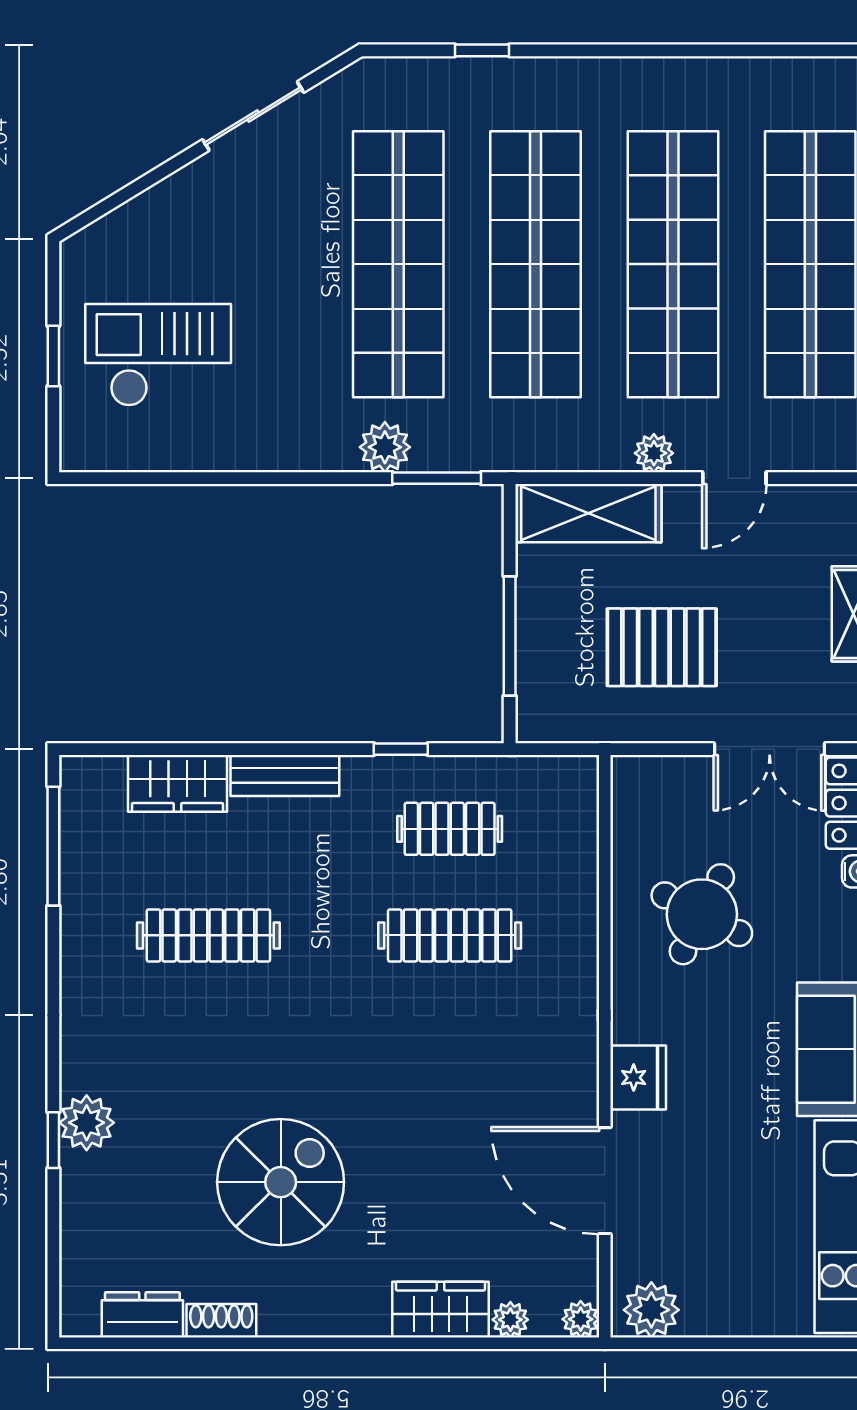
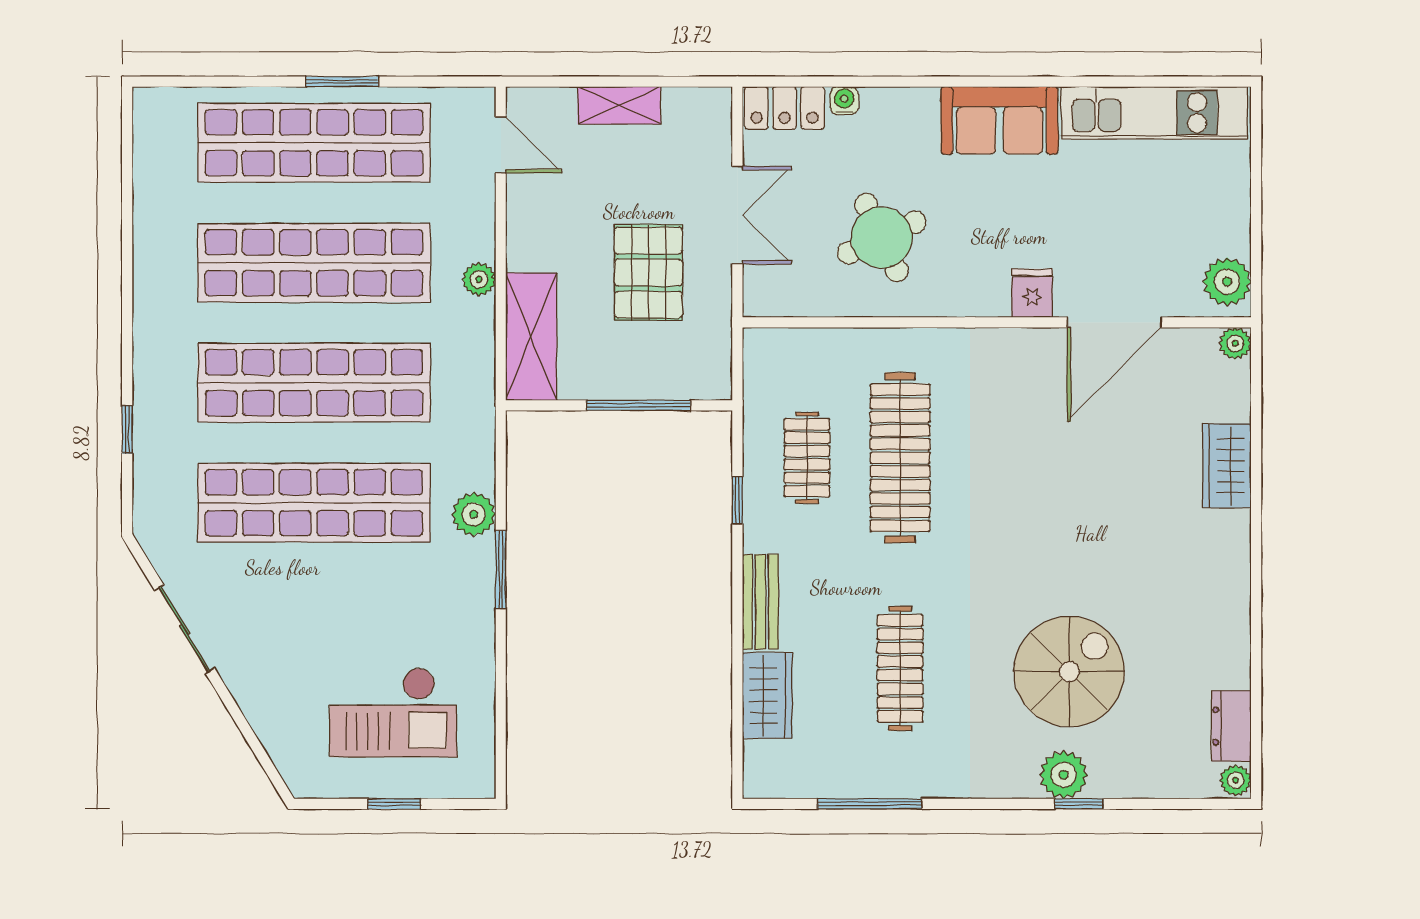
checkout: (158, 355) -> (393, 712), turned -90
window: (437, 478) -> (501, 569), moved
door: (734, 478) -> (501, 145), moved
double door: (770, 749) -> (737, 215), moved
window: (53, 846) -> (870, 804), moved
round table: (702, 914) -> (882, 238), turned 38
clothes rail: (450, 935) -> (900, 458), width x1.37, depth x1.31
fridge: (638, 1078) -> (1032, 293), width x0.72
spiral stairs: (281, 1182) -> (1069, 672), moved, turned 90
plant: (510, 1320) -> (1236, 780), moved
shoe rack: (221, 1321) -> (1236, 657), removed

